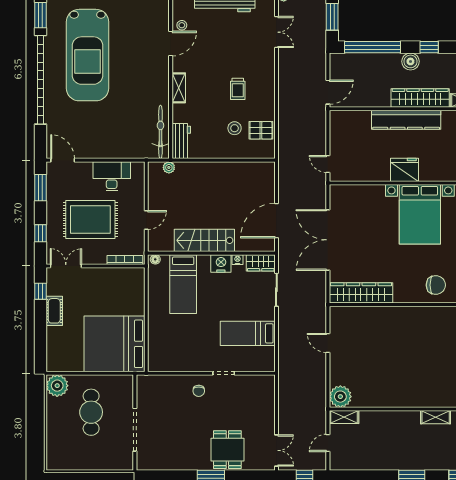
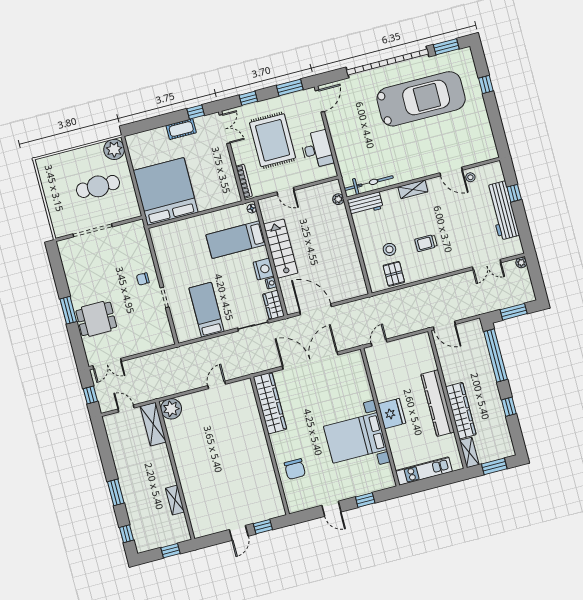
car: (88, 55) -> (421, 99), turned 180
boiler: (410, 61) -> (492, 393), removed
shelving: (344, 417) -> (153, 424), width x1.50, depth x1.33

